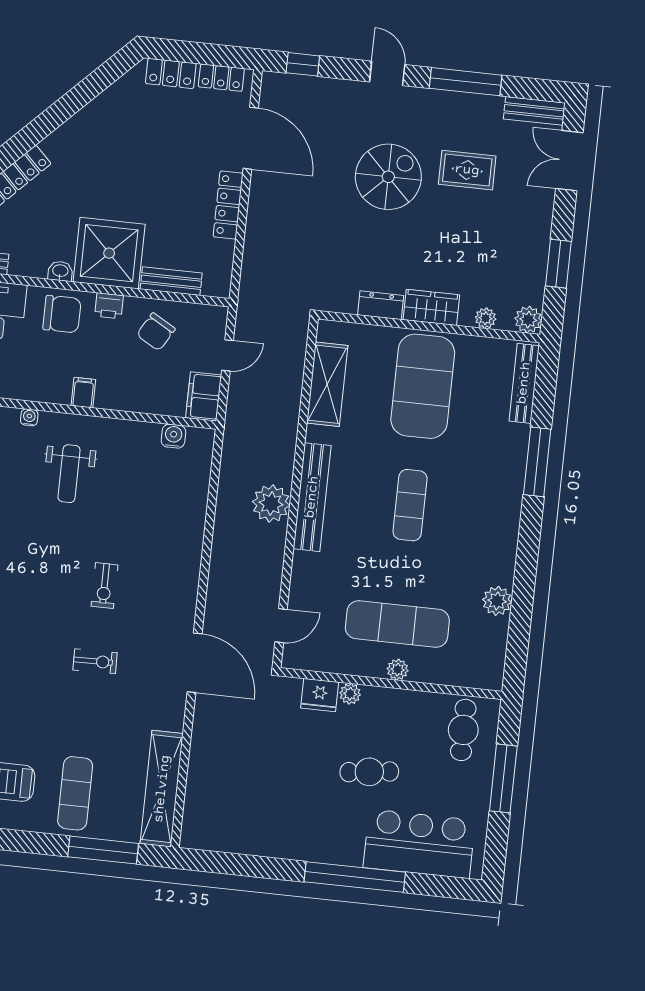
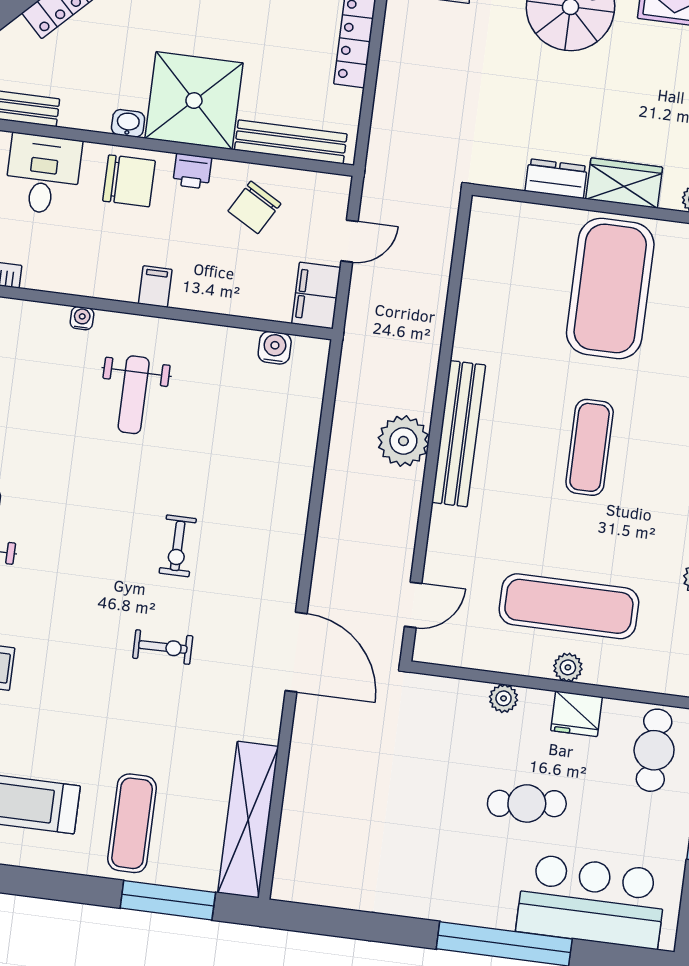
bench: (171, 281) -> (291, 142), width x1.36
shelving: (327, 384) -> (482, 283), removed
fridge: (320, 695) -> (577, 714), moved

